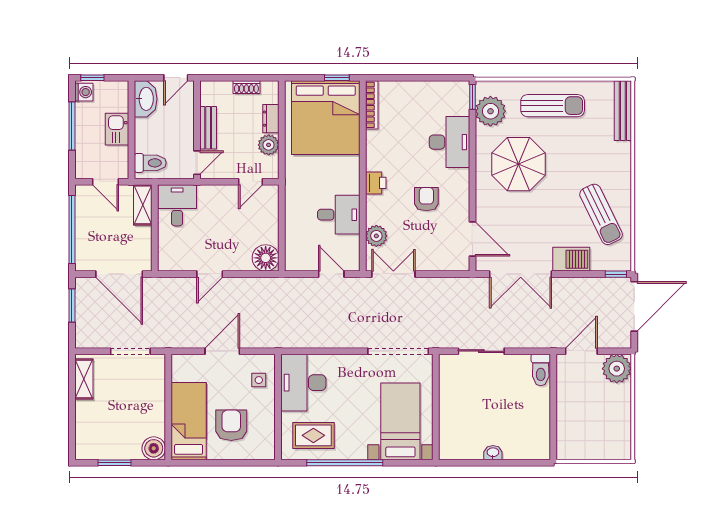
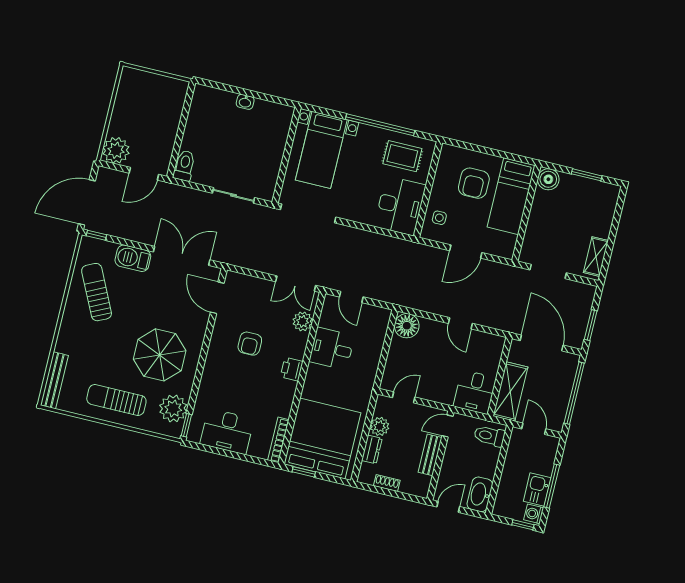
kitchen sink: (117, 129) -> (537, 489), moved, turned 180
desk: (449, 142) -> (227, 431), moved, turned -90
shelving: (143, 205) -> (510, 392), width x1.50, depth x1.33
door: (210, 274) -> (460, 323), swing flipped

